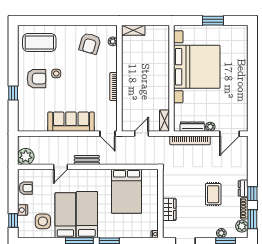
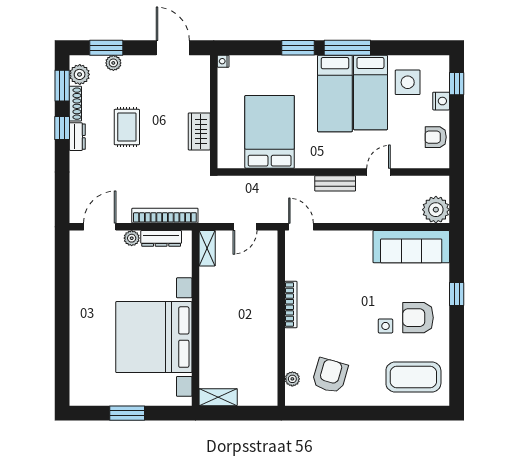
shelving: (133, 30) -> (218, 397), moved
sofa: (71, 122) -> (411, 247), moved
plant: (26, 157) -> (436, 210), moved
wardrobe: (169, 209) -> (199, 131), moved

